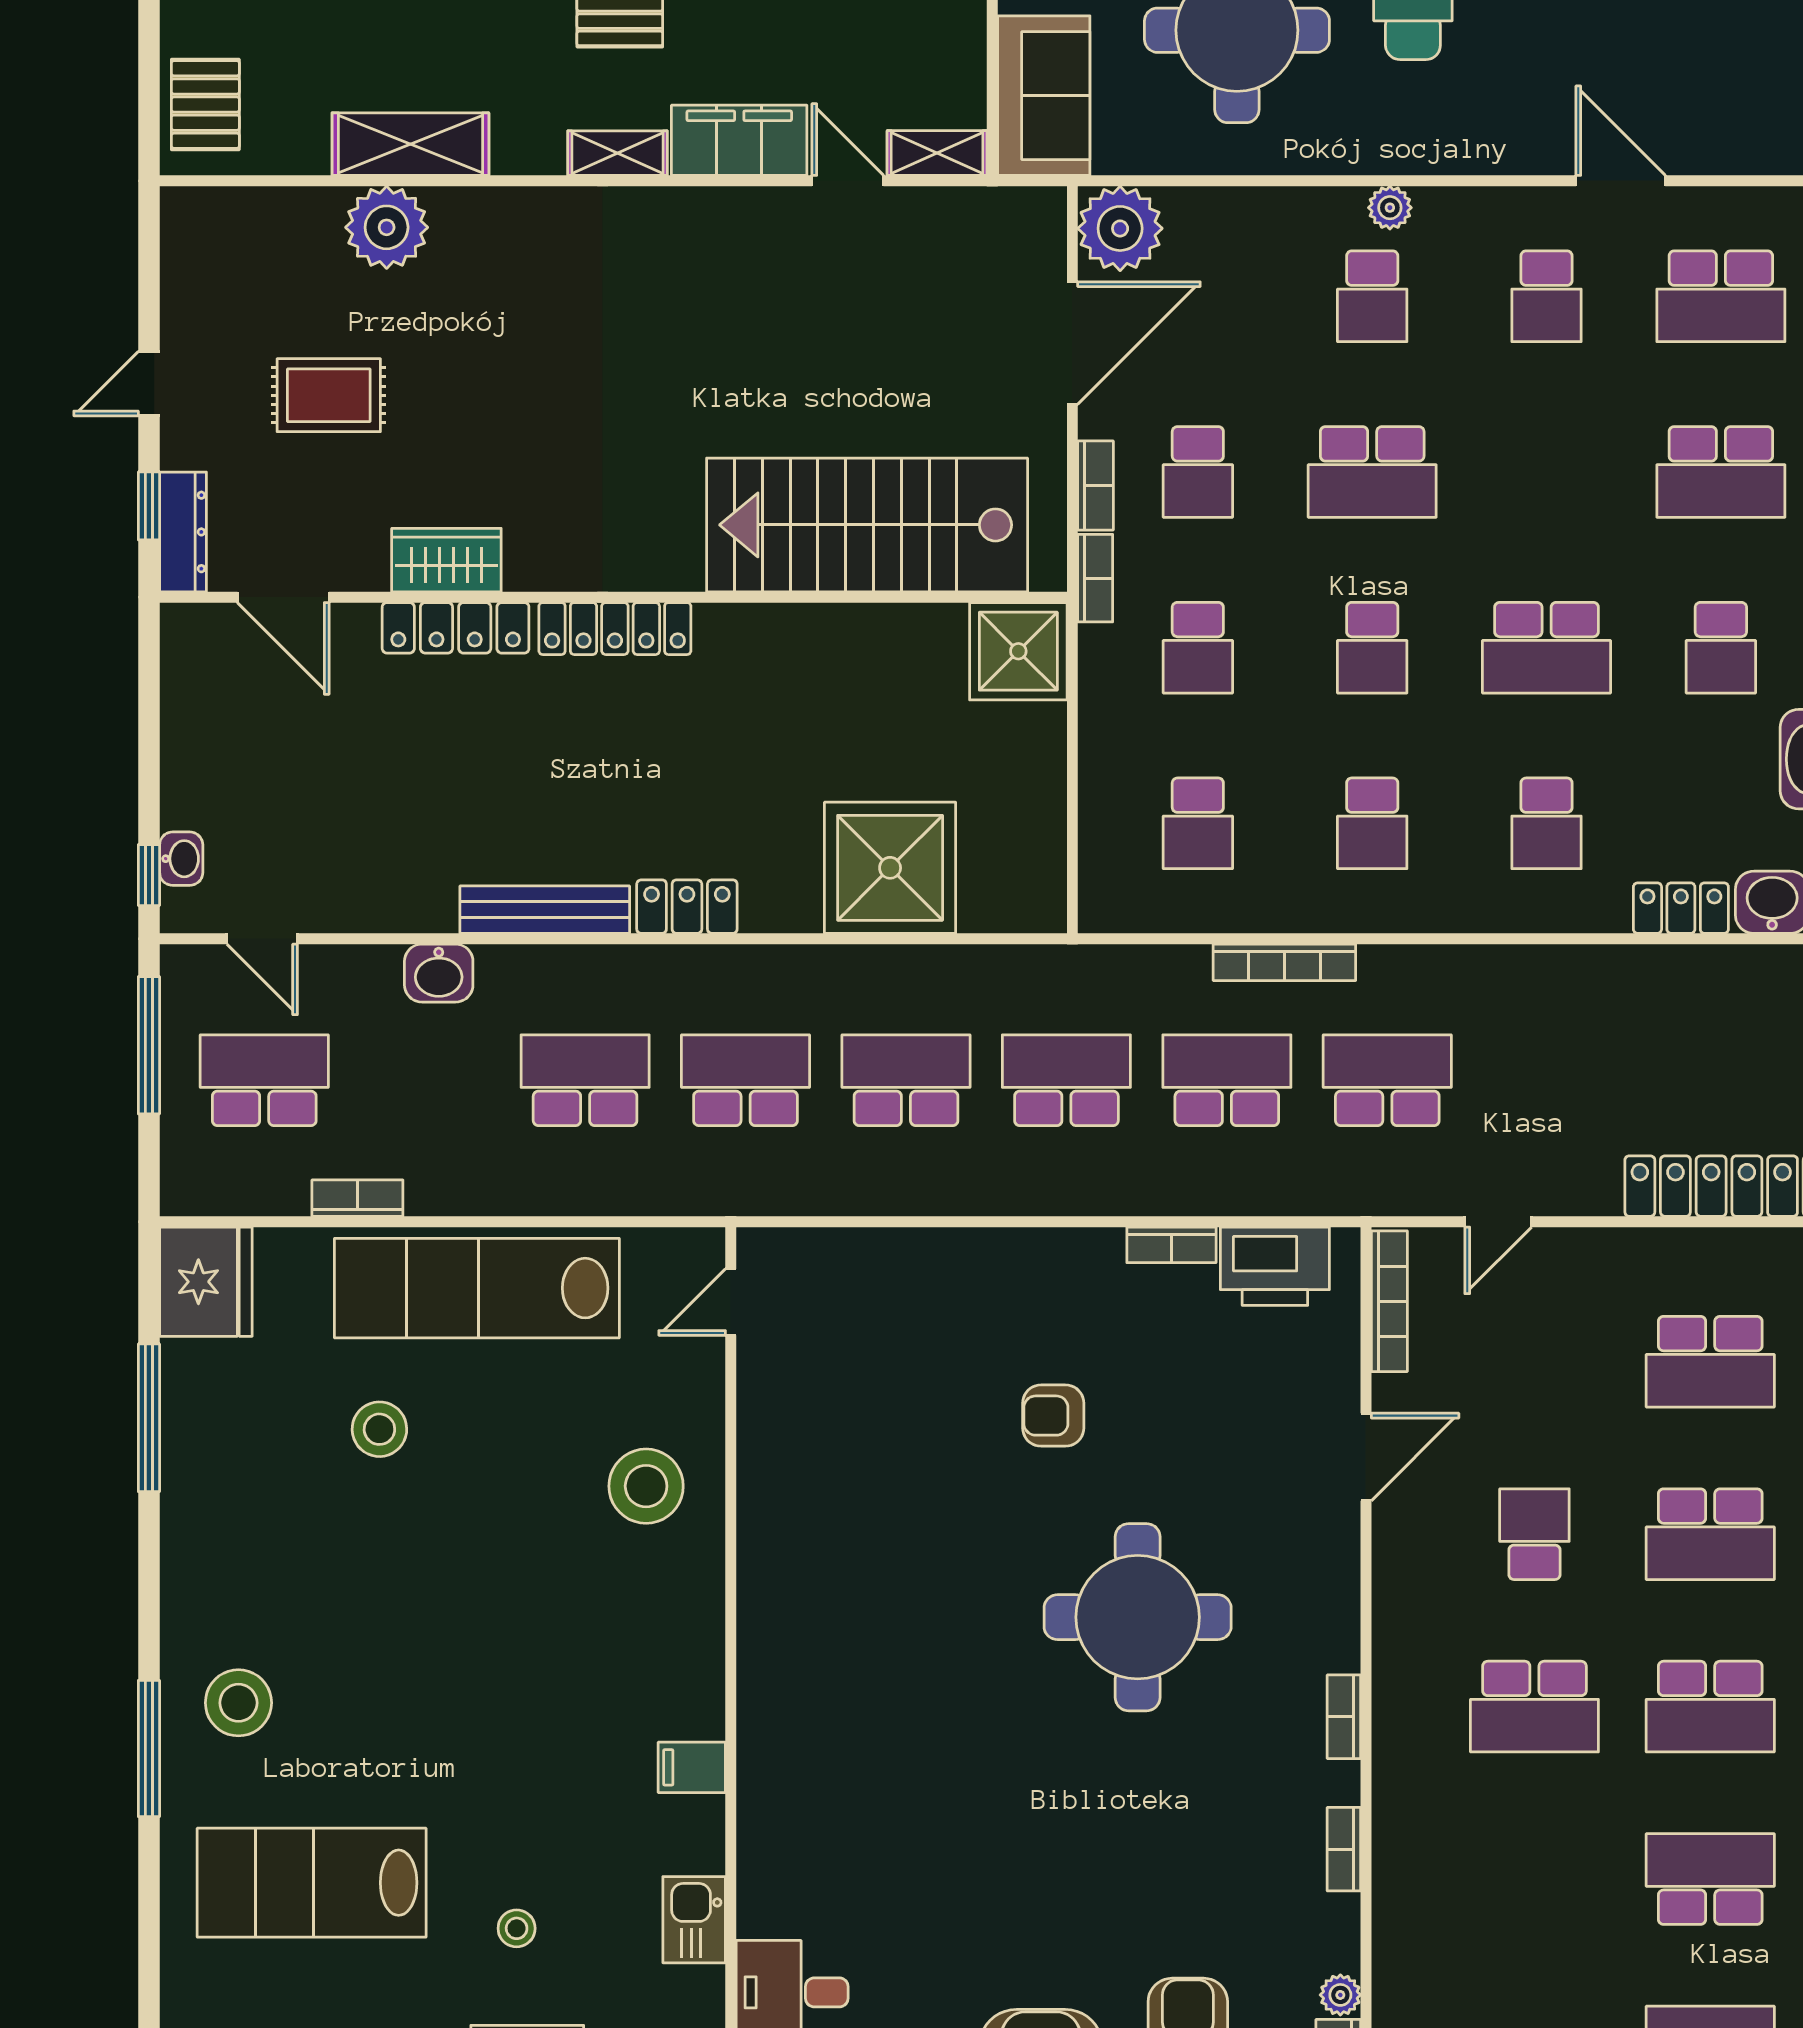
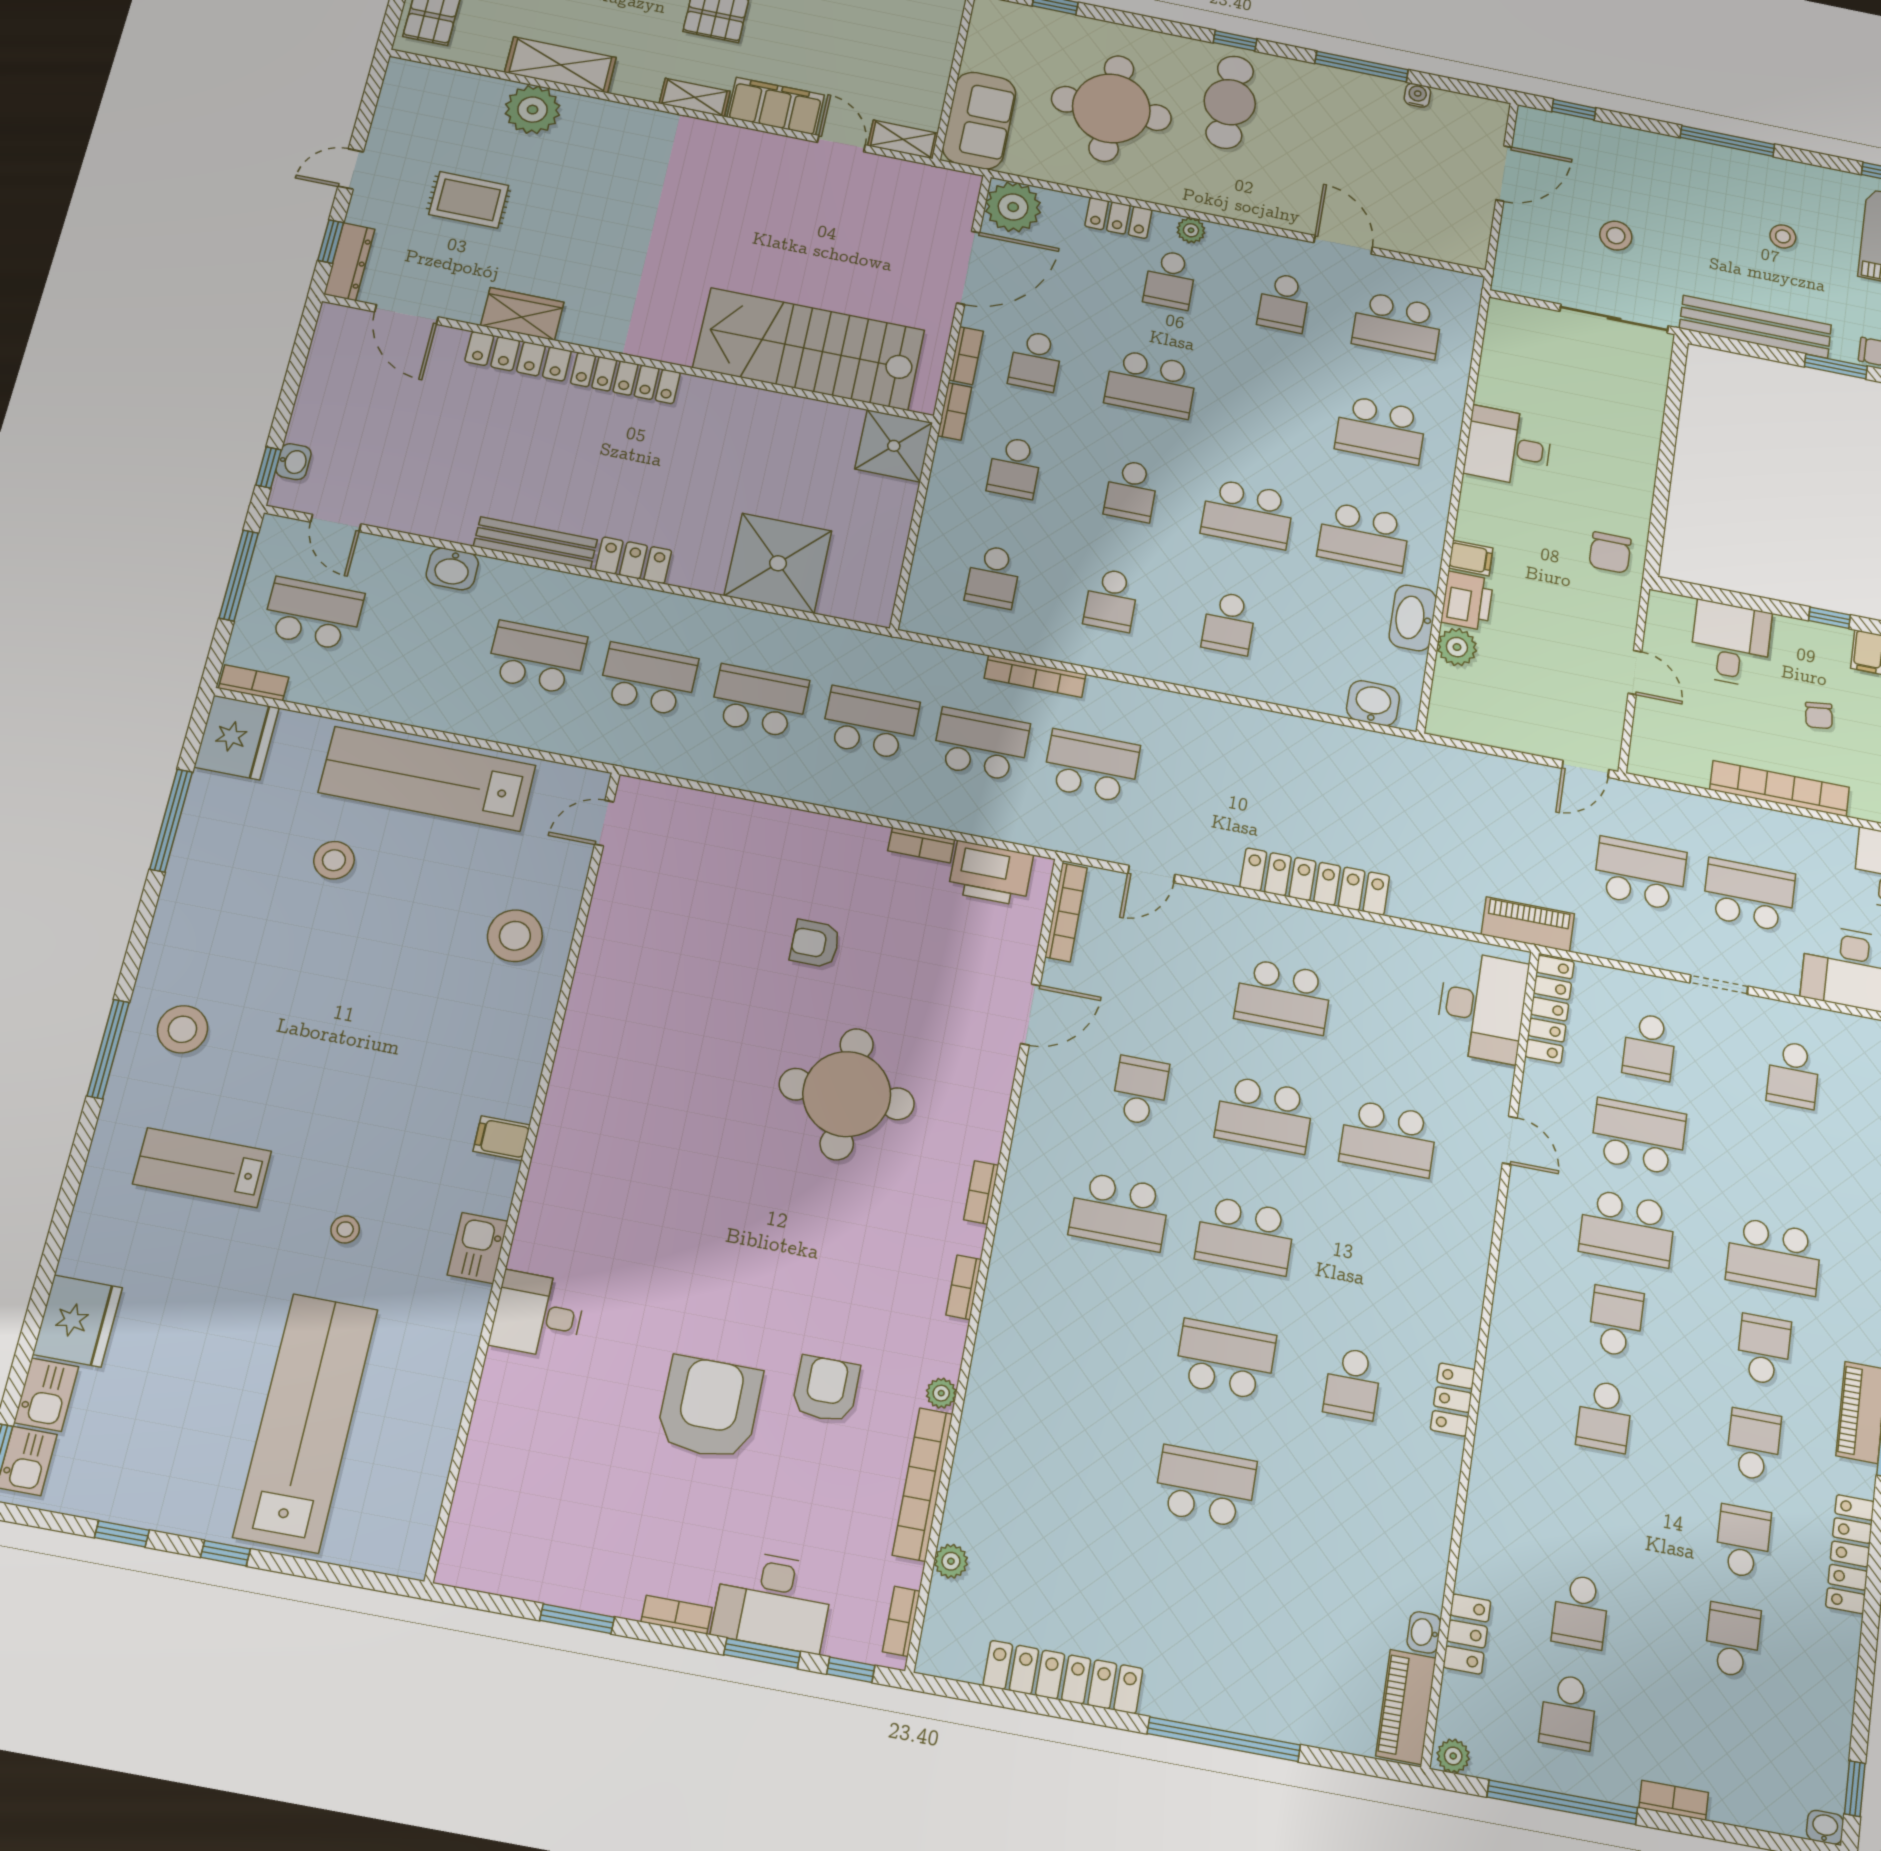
school desk: (1721, 648) -> (1364, 537), width x1.85
locker: (1681, 908) -> (1118, 218), moved, turned 180
bookcase: (357, 1198) -> (254, 683), moved
lab bench: (312, 1883) -> (202, 1168), width x0.73, depth x0.72

